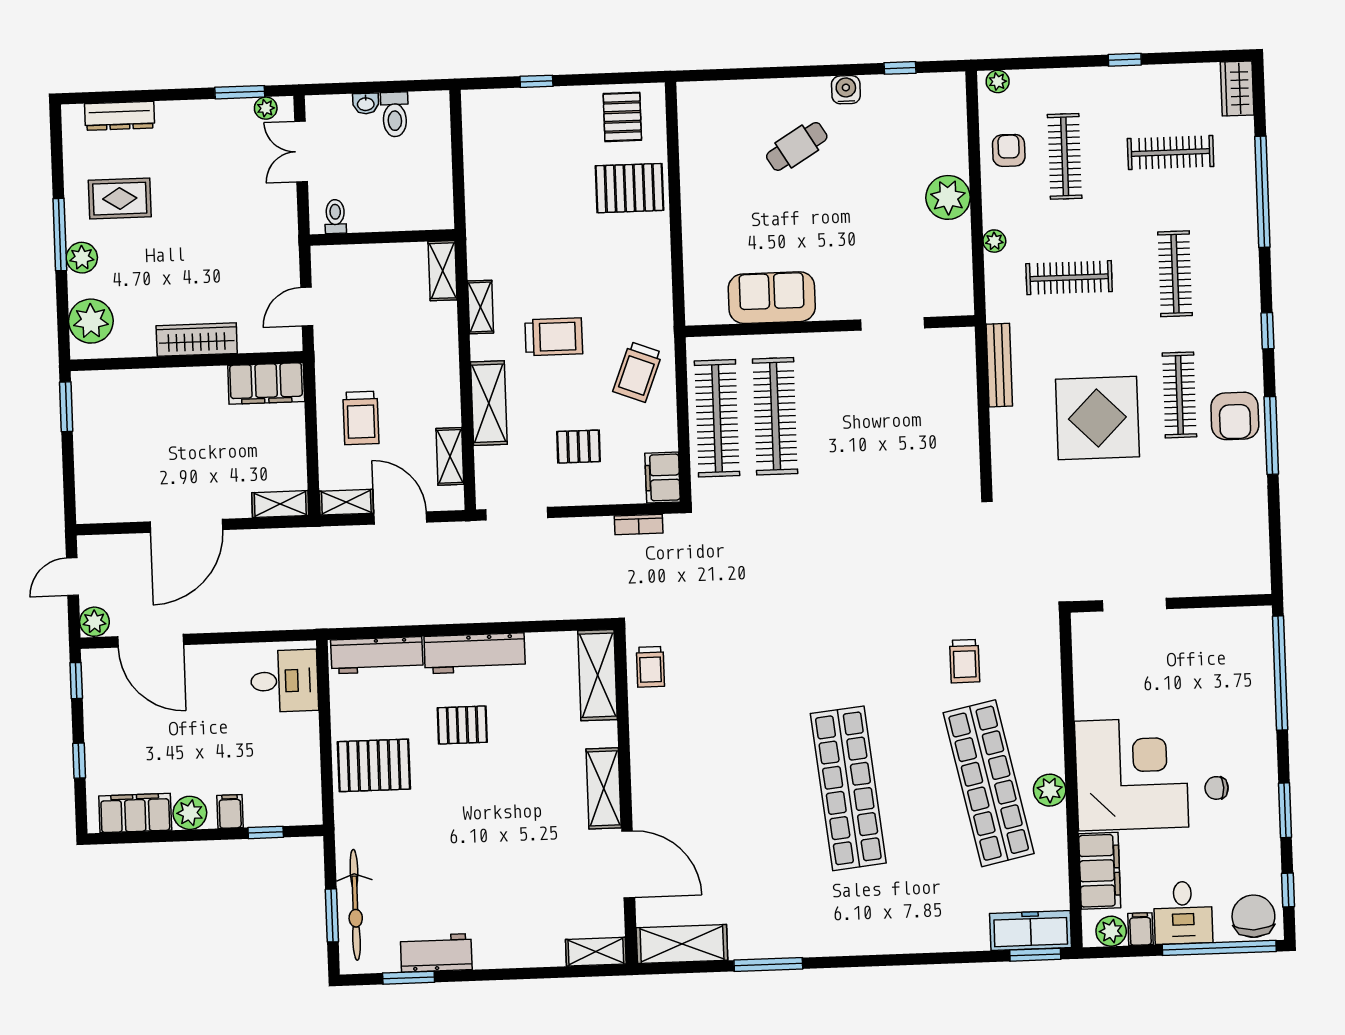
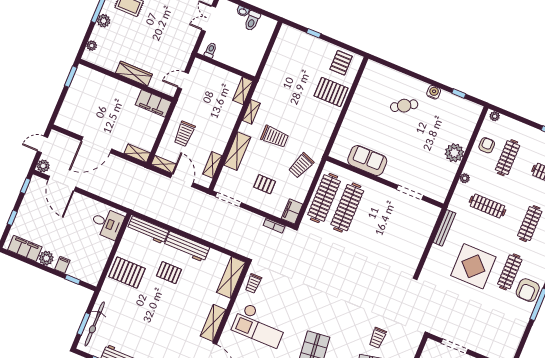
plant: (91, 321) -> (92, 46), width x0.53, depth x0.53
checkout: (704, 748) -> (260, 325), added

